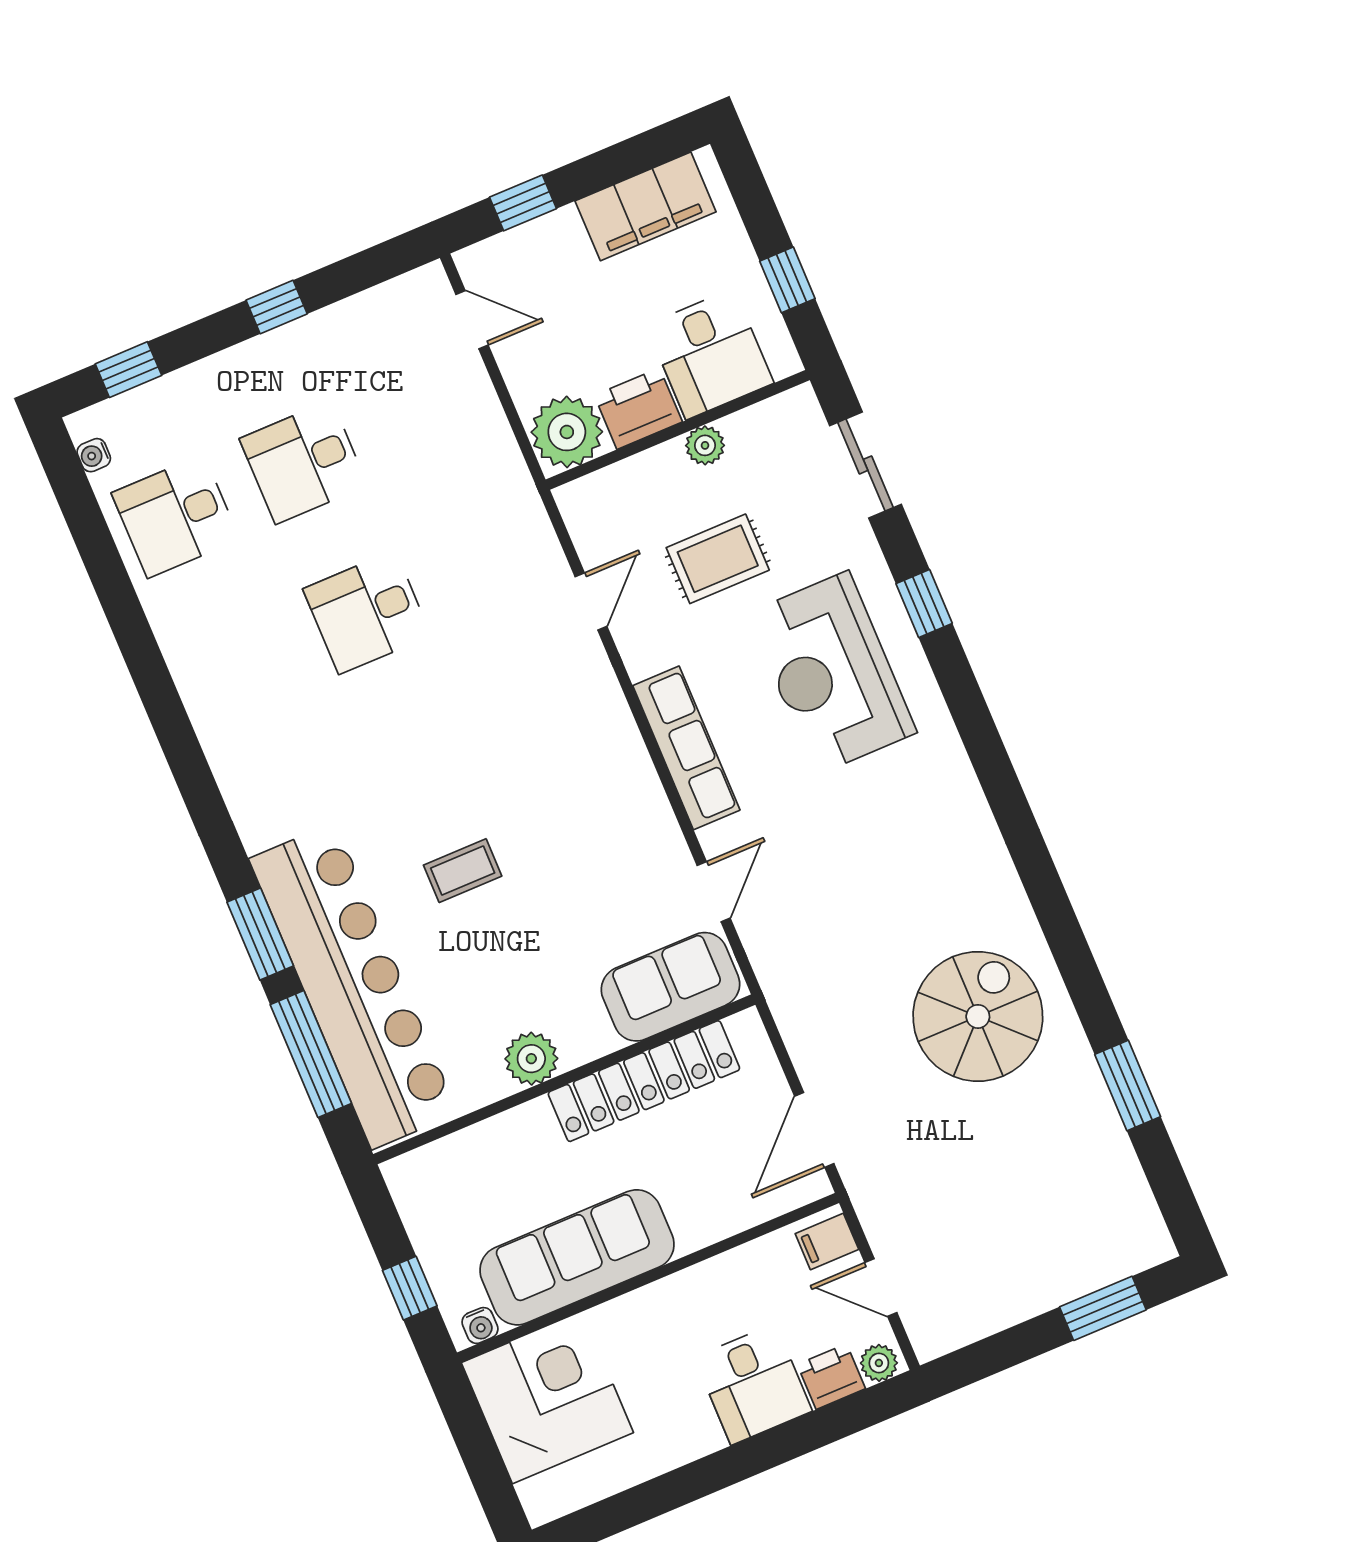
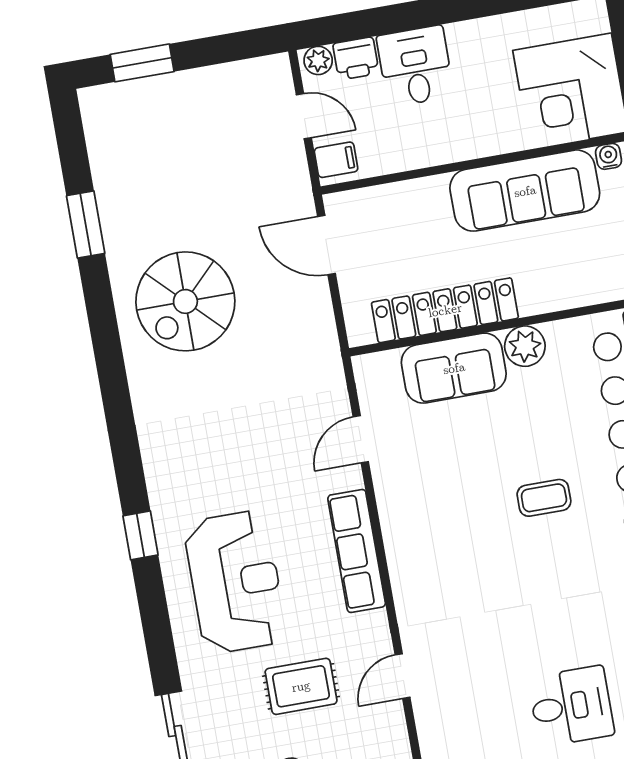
window: (924, 603) -> (141, 535), moved
sofa: (670, 987) -> (454, 368), moved
door: (814, 1130) -> (326, 245), swing flipped

